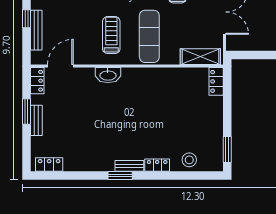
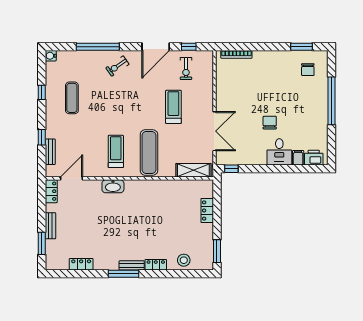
bench: (36, 30) -> (50, 152), width x0.73
window: (244, 55) -> (231, 169), added
locker: (216, 81) -> (207, 210), moved
window: (26, 112) -> (42, 243), moved
locker: (49, 165) -> (81, 264), moved
window: (120, 175) -> (123, 274), width x1.44

